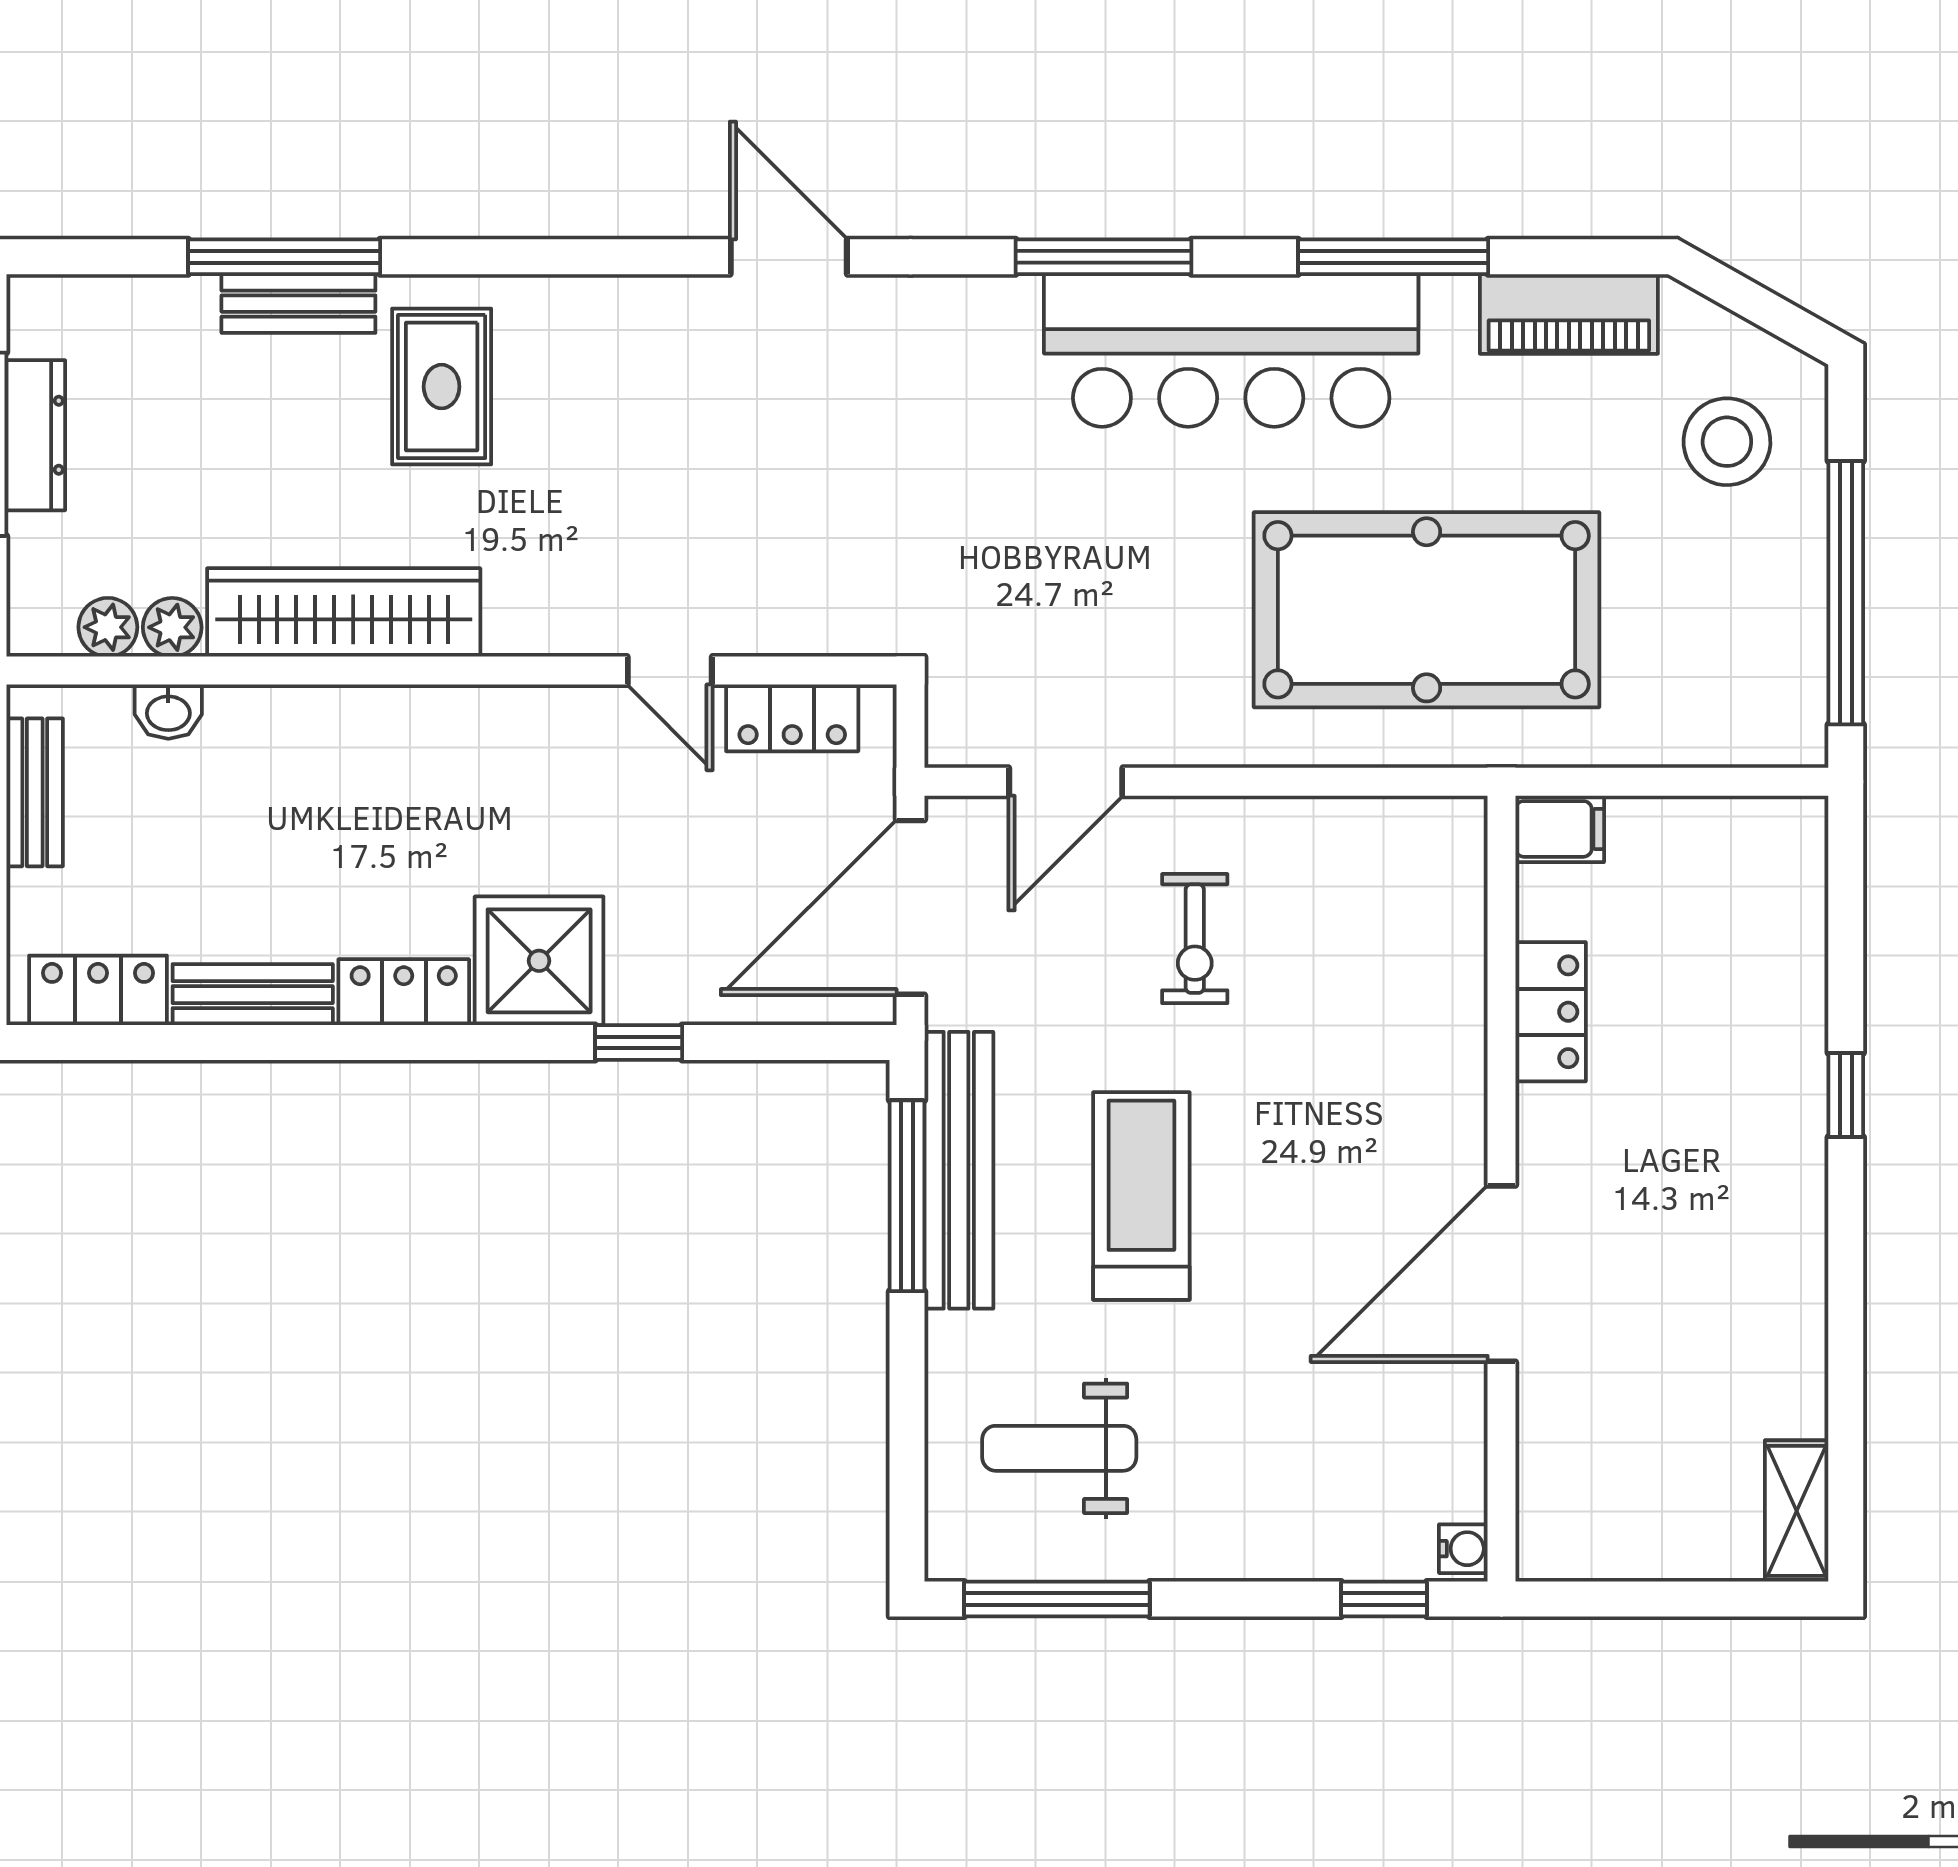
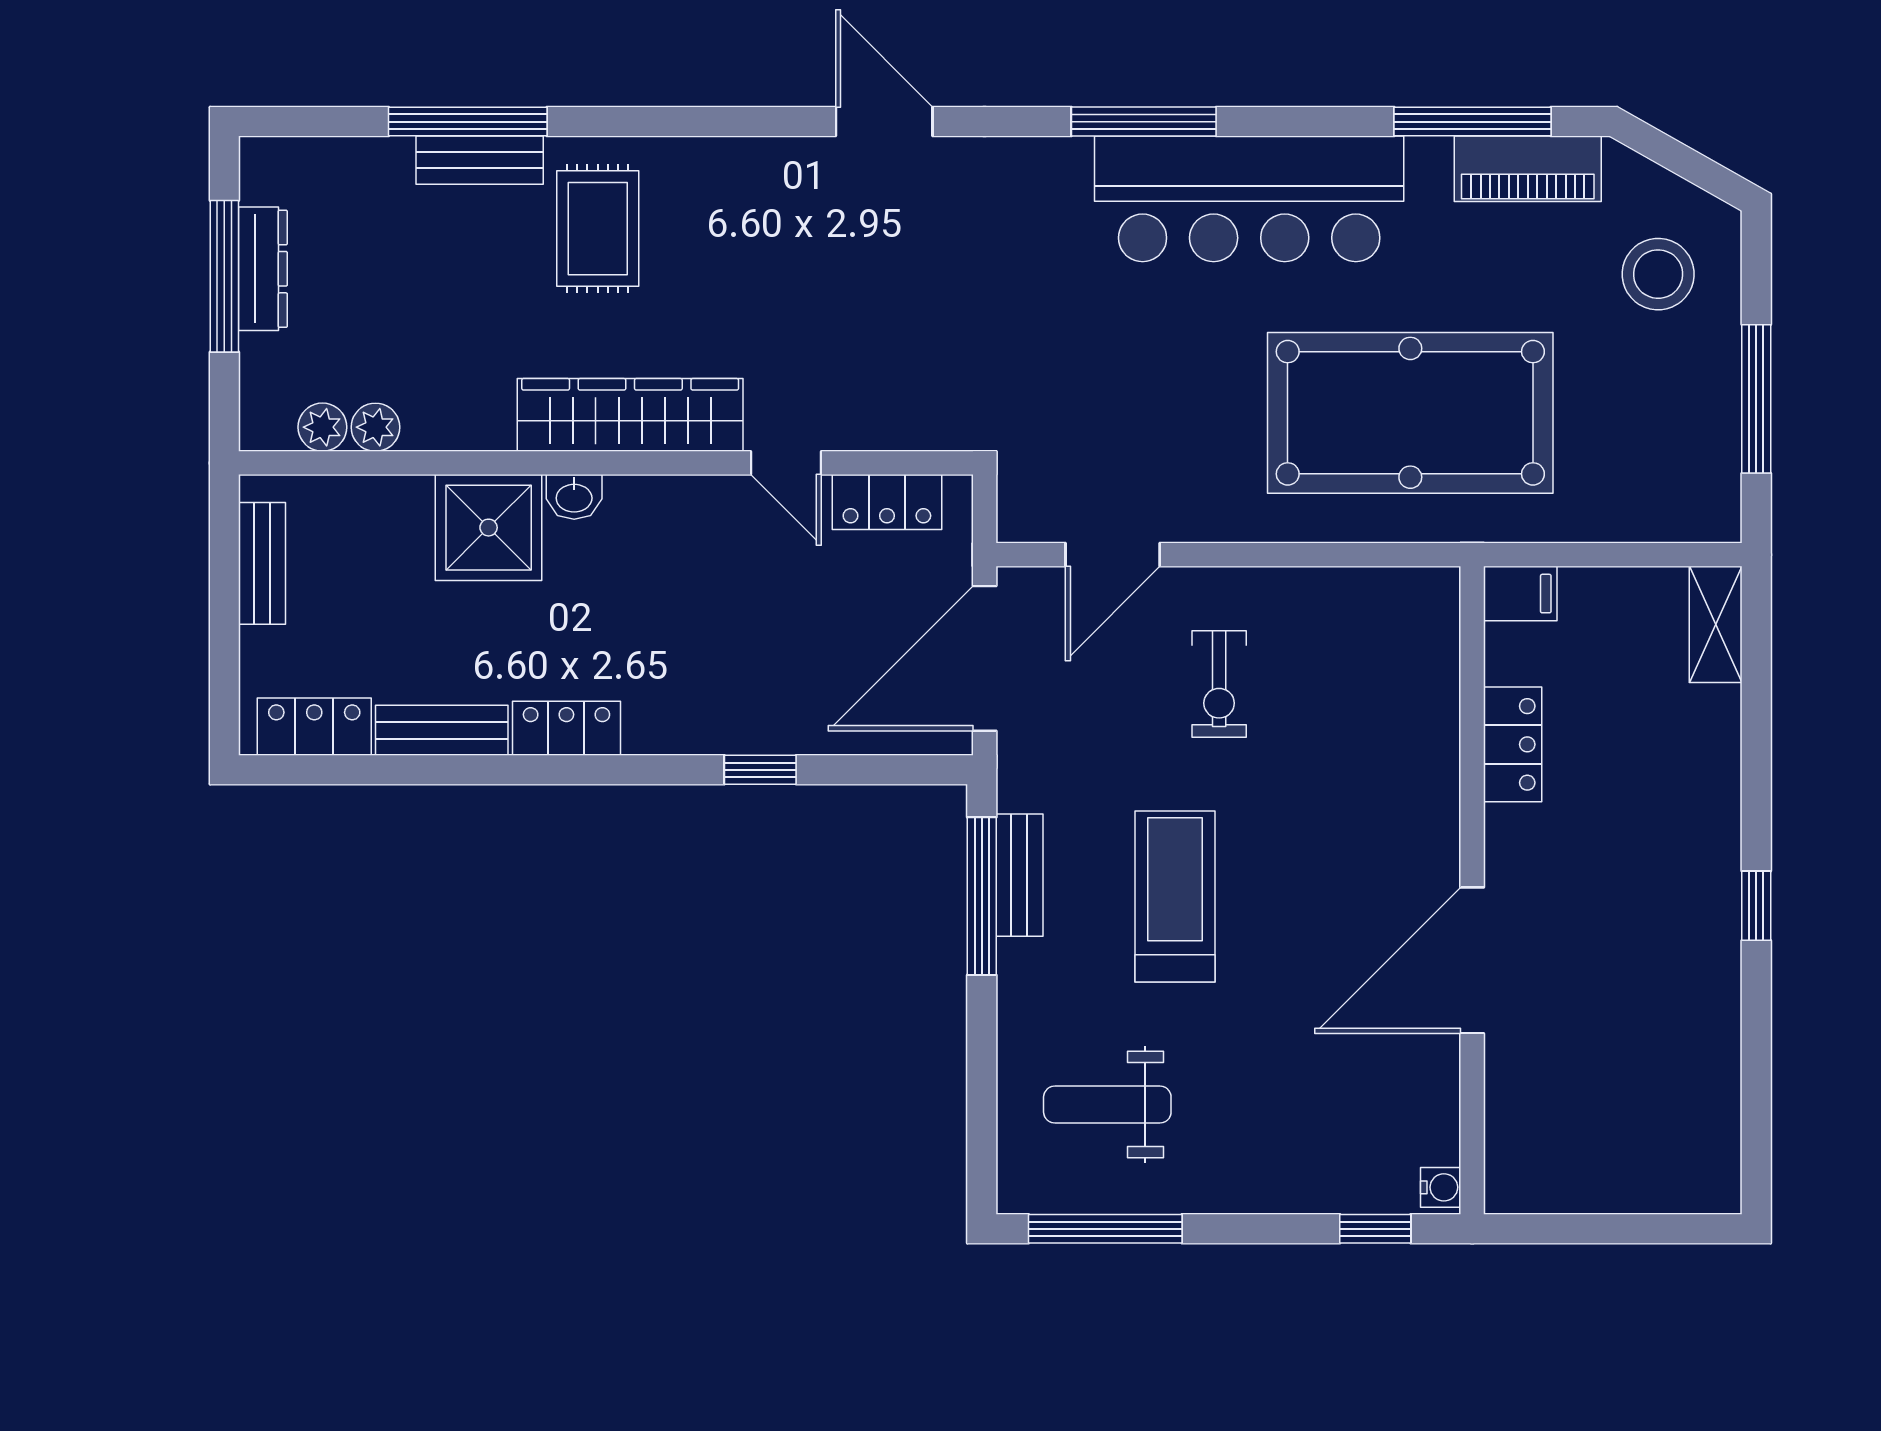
window: (1393, 257) -> (1473, 122), moved
window: (1846, 593) -> (1756, 399), width x0.68
wardrobe: (344, 612) -> (630, 415), moved
washbasin: (168, 712) -> (574, 497), moved
shower: (539, 961) -> (489, 528), moved
window: (1846, 1095) -> (1756, 906), moved
bench: (959, 1170) -> (1019, 875), width x0.54, depth x0.82
shelving: (1797, 1511) -> (1716, 624), moved

